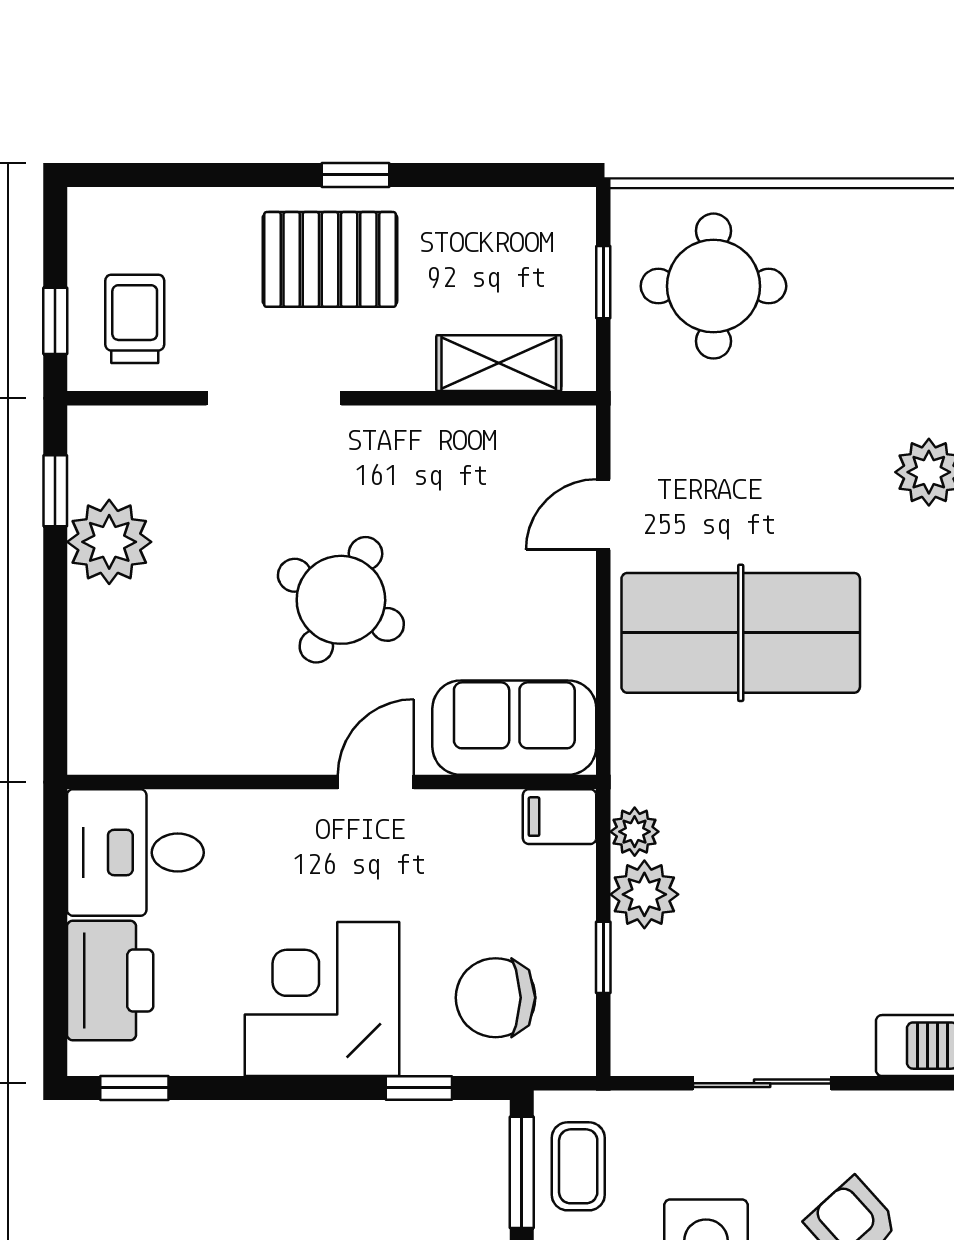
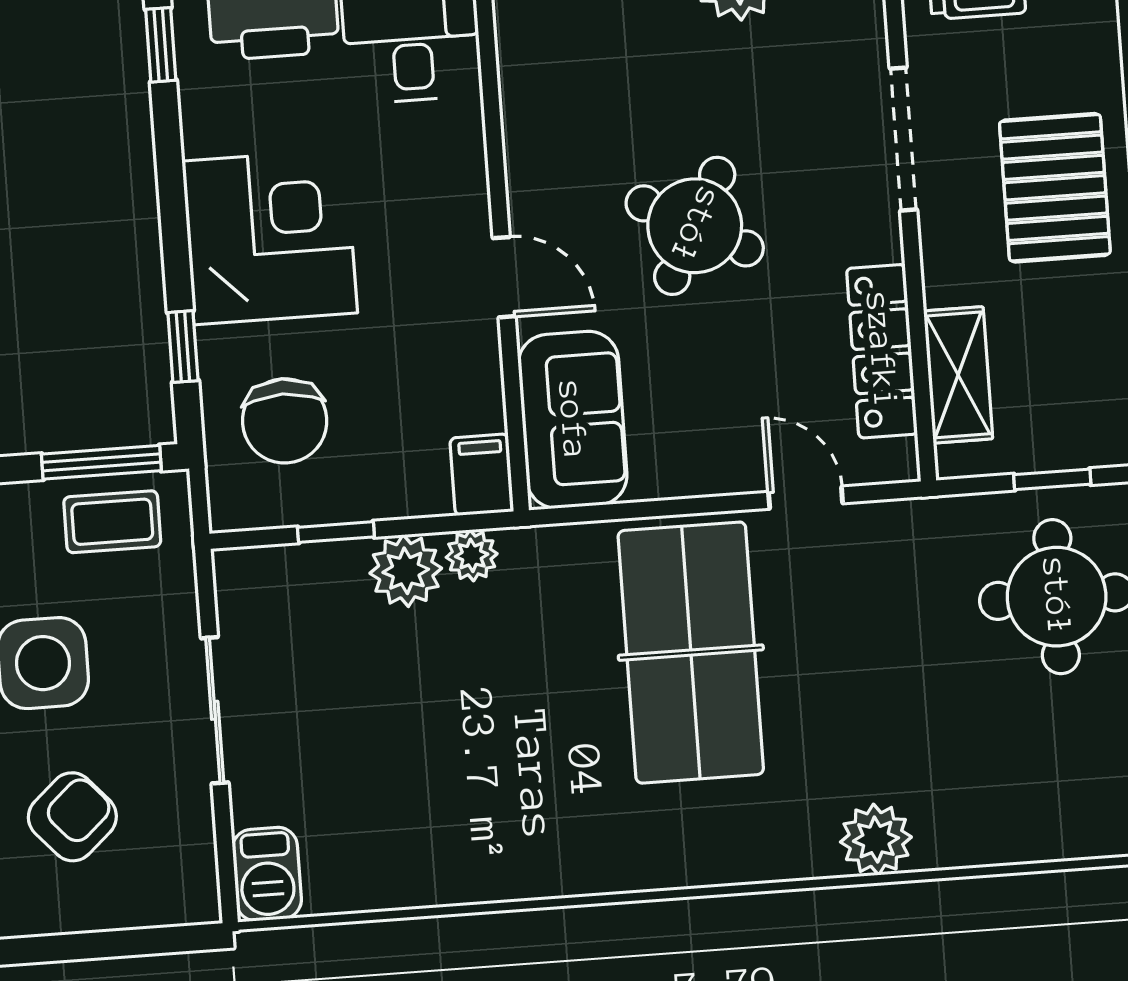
locker: (471, 433) -> (882, 351), added
chair: (496, 998) -> (285, 421), turned 180

